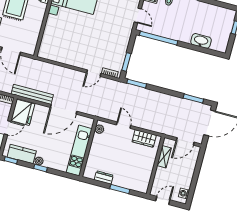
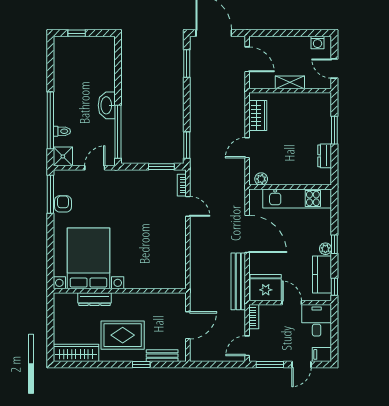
washbasin: (201, 41) -> (107, 105), moved
shelving: (164, 157) -> (290, 82), moved

